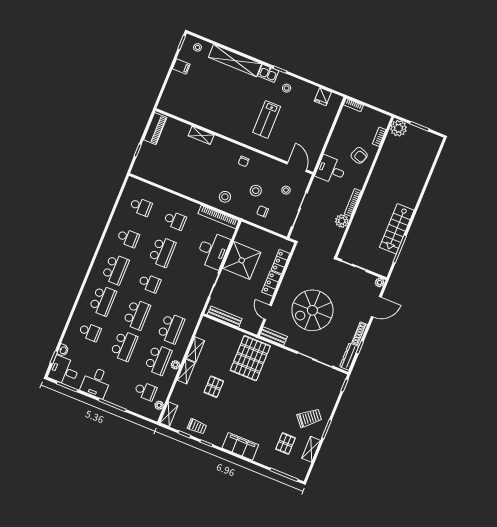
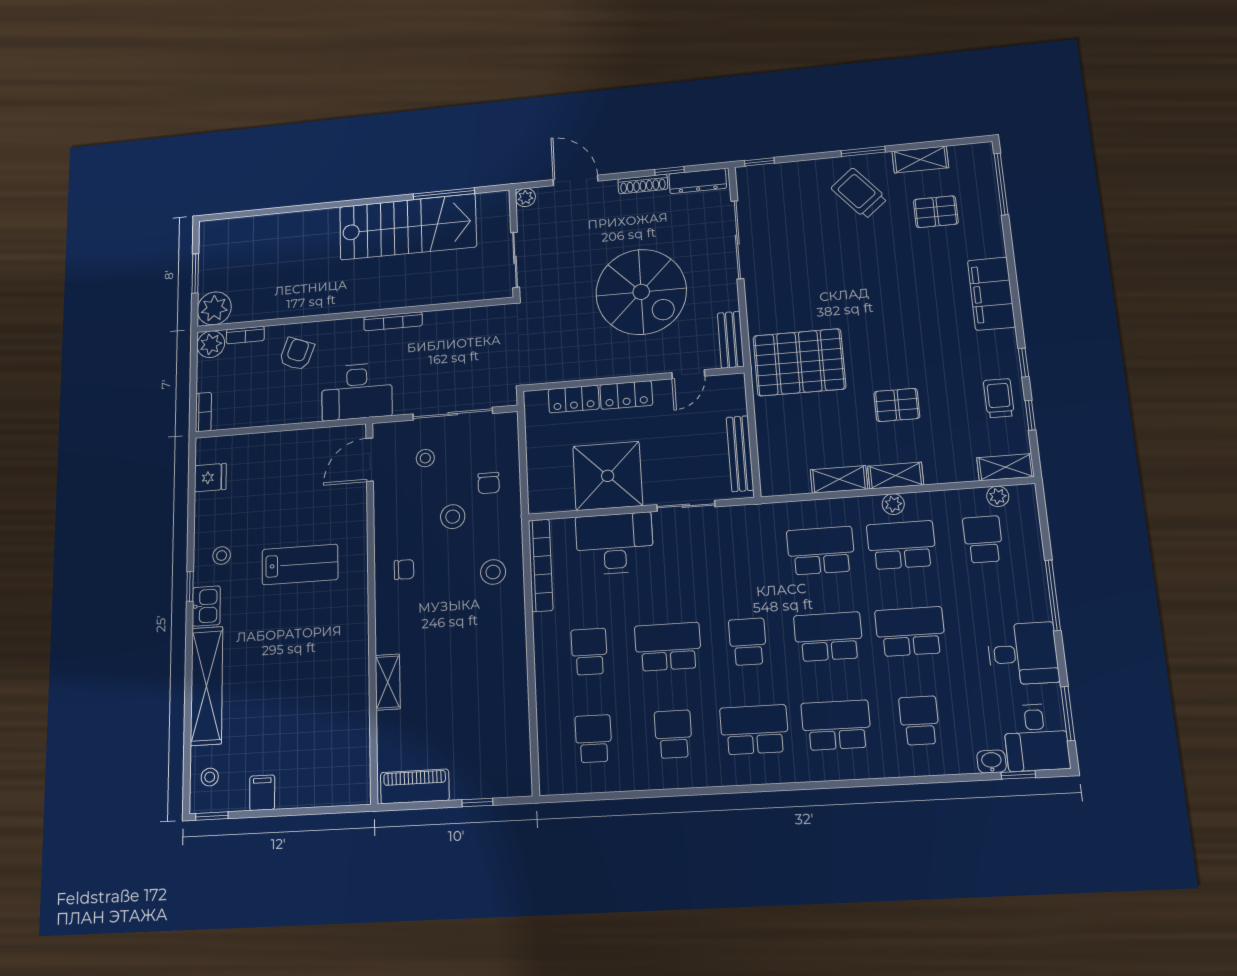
desk: (331, 170) -> (357, 392), width x1.37
plant: (342, 221) -> (211, 344), moved
stairs: (397, 229) -> (408, 227), width x1.36, depth x1.51

